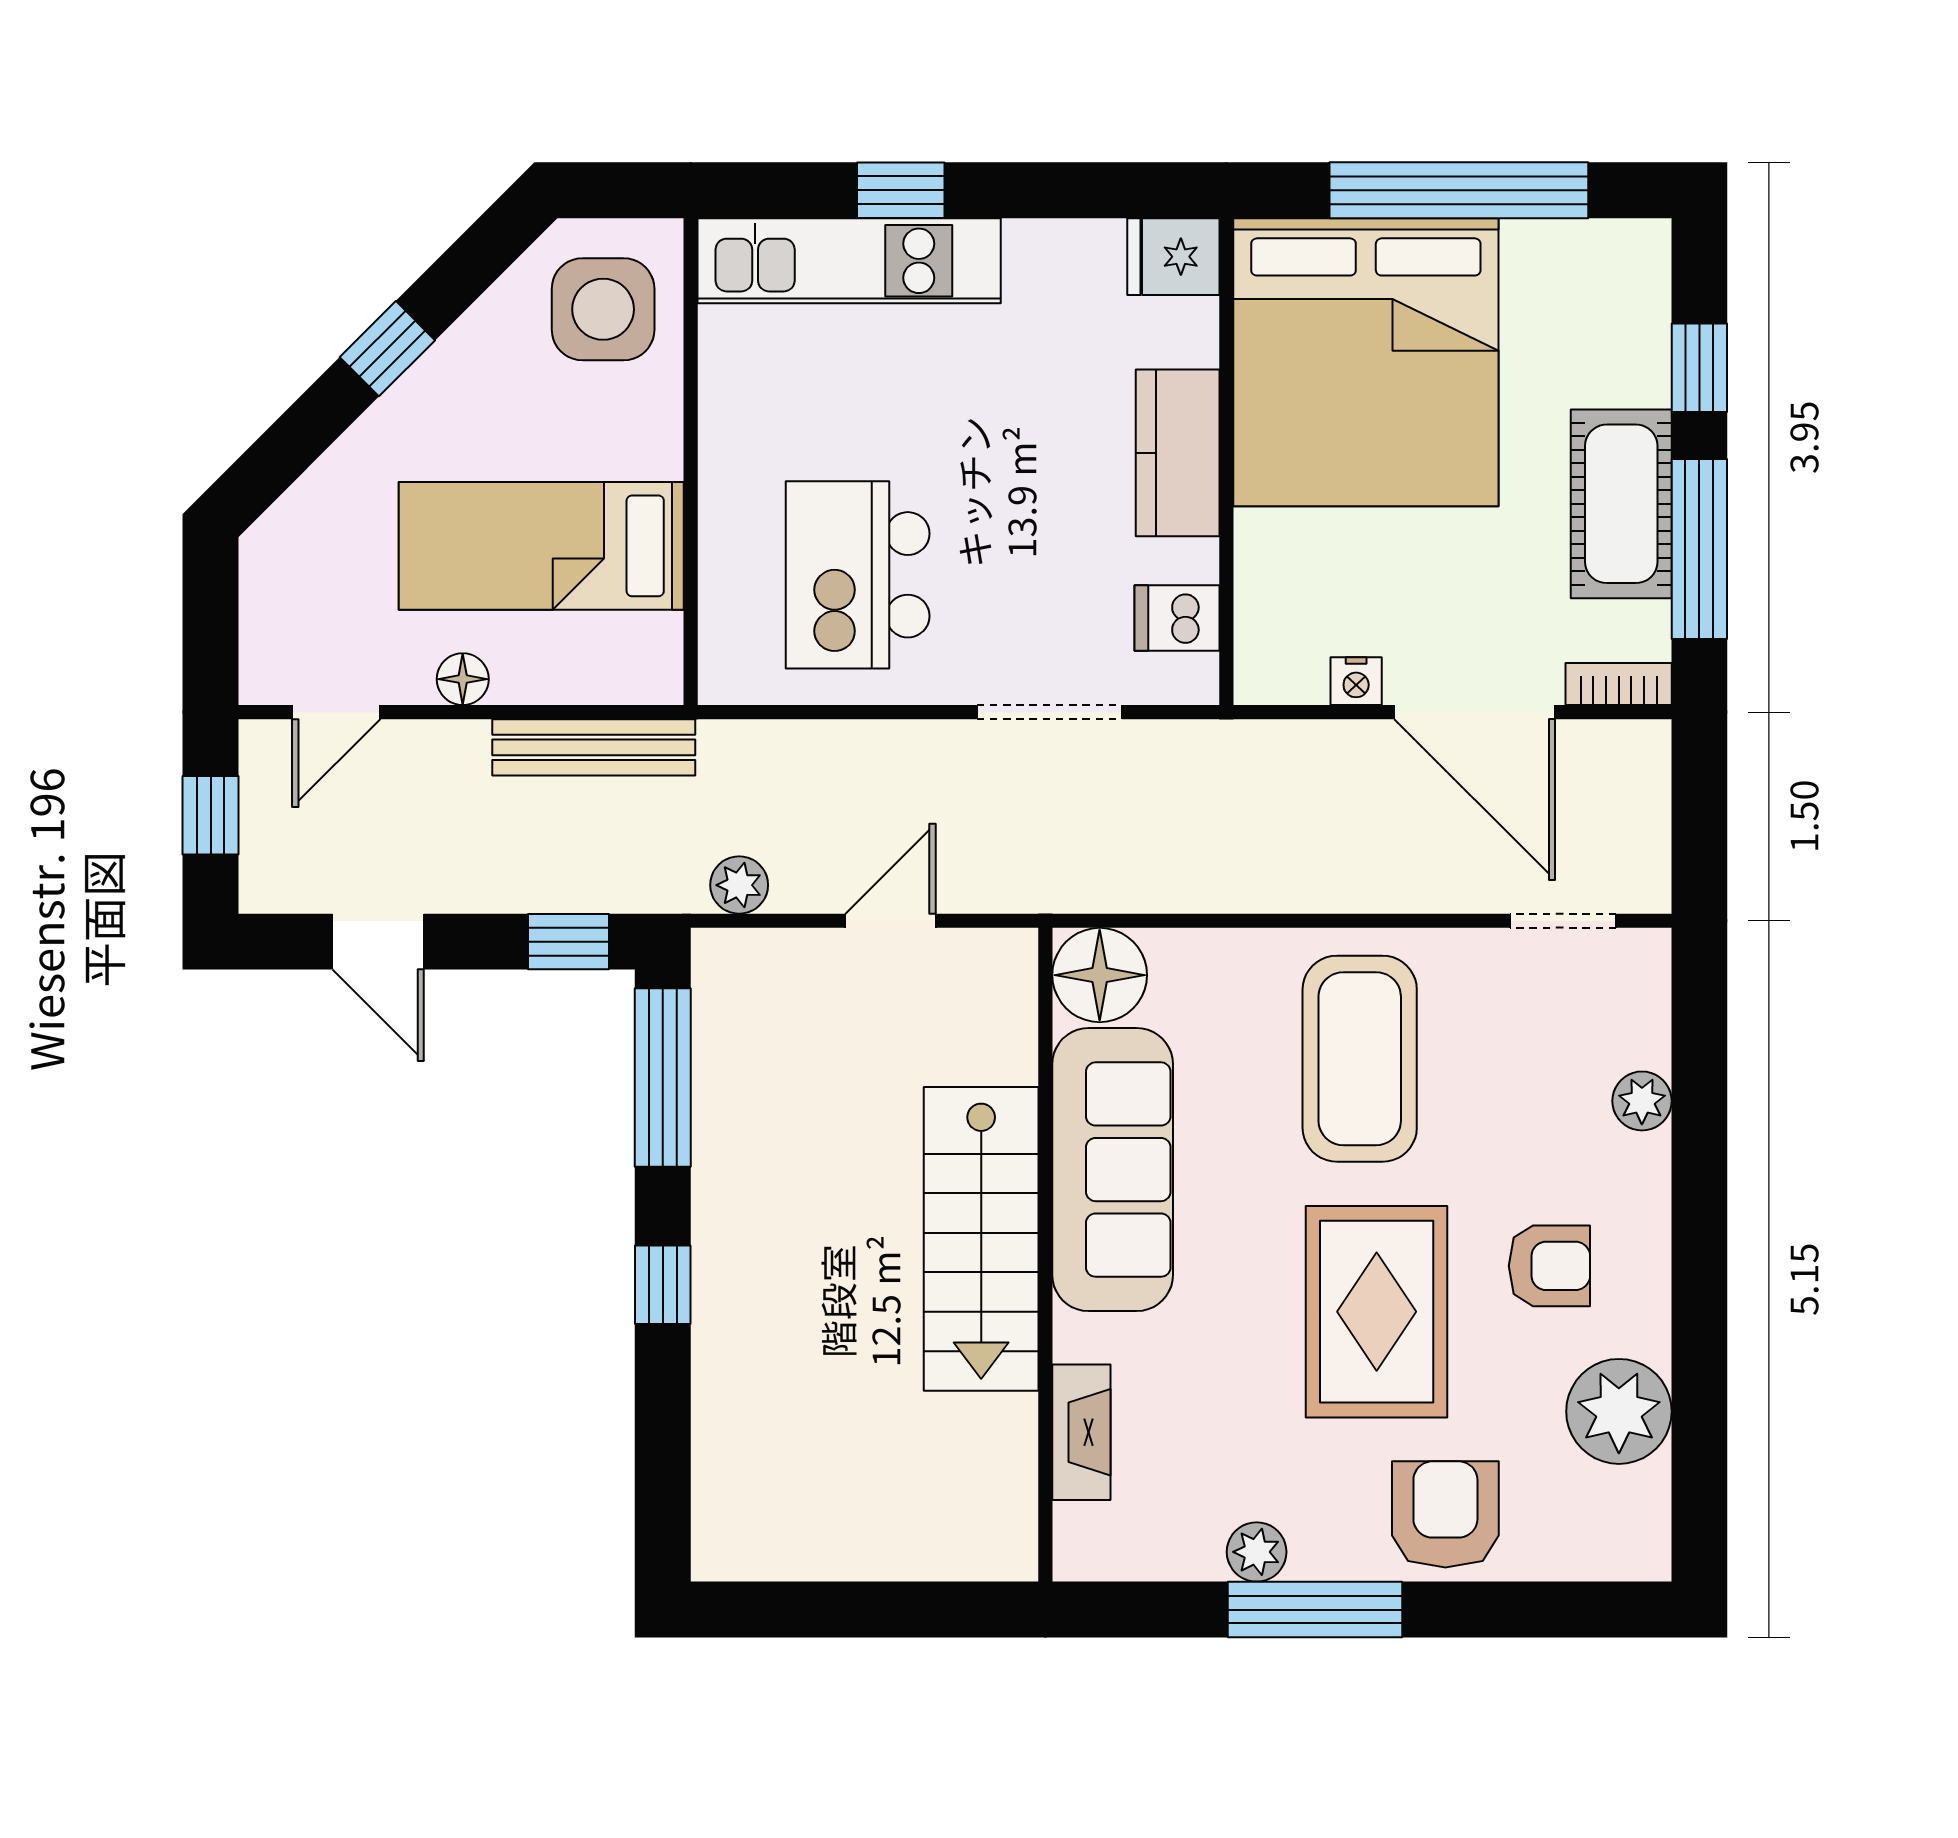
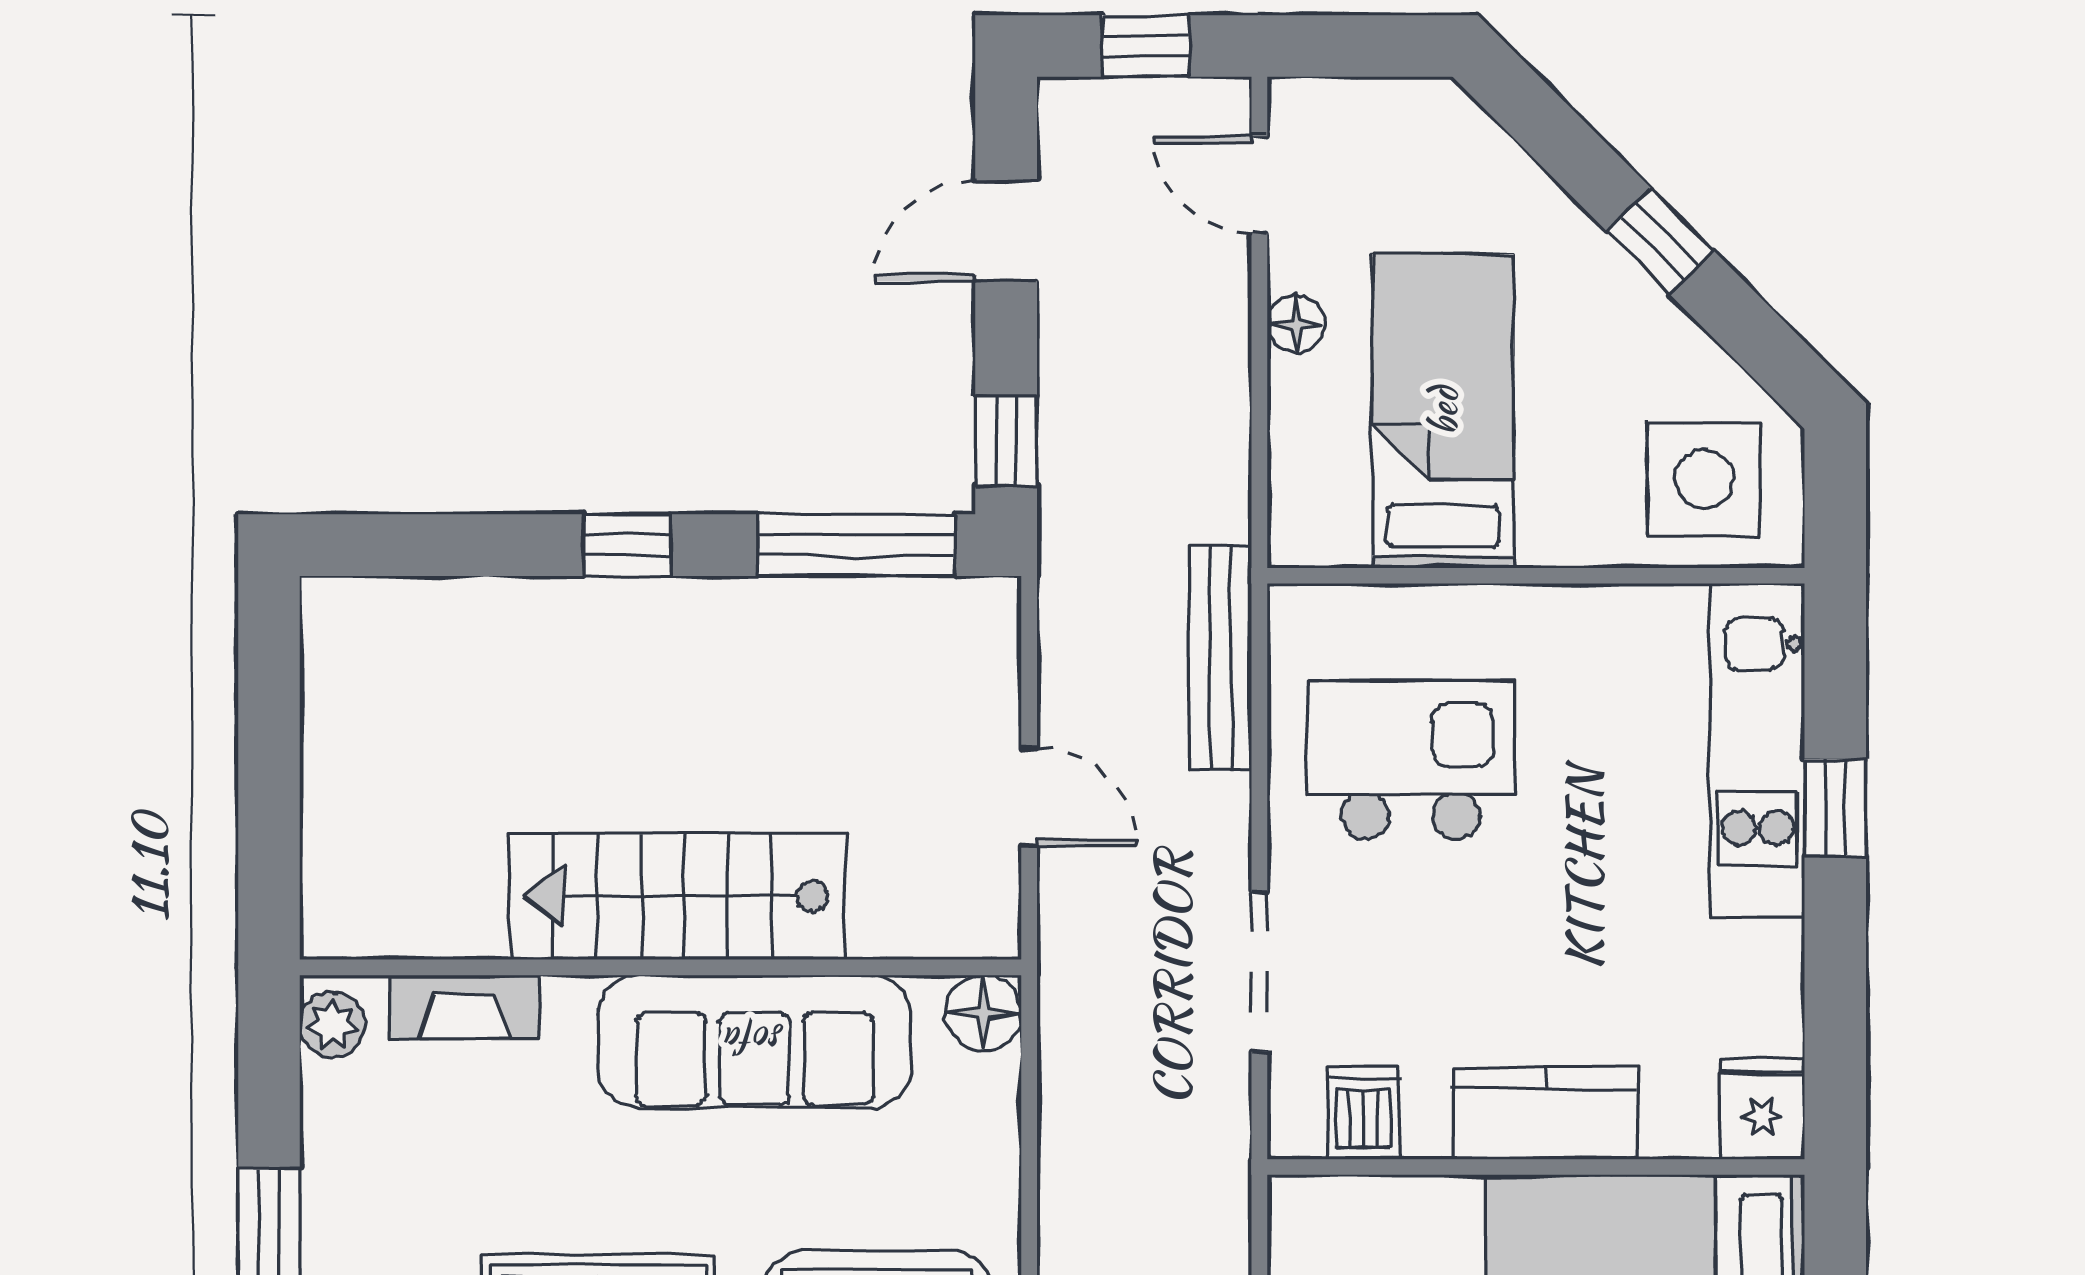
bench: (594, 747) -> (1220, 658), moved
plant: (739, 885) -> (1069, 629), removed
floor lamp: (1100, 975) -> (983, 1013), width x0.73, depth x0.73
plant: (1257, 1552) -> (333, 1025), moved

